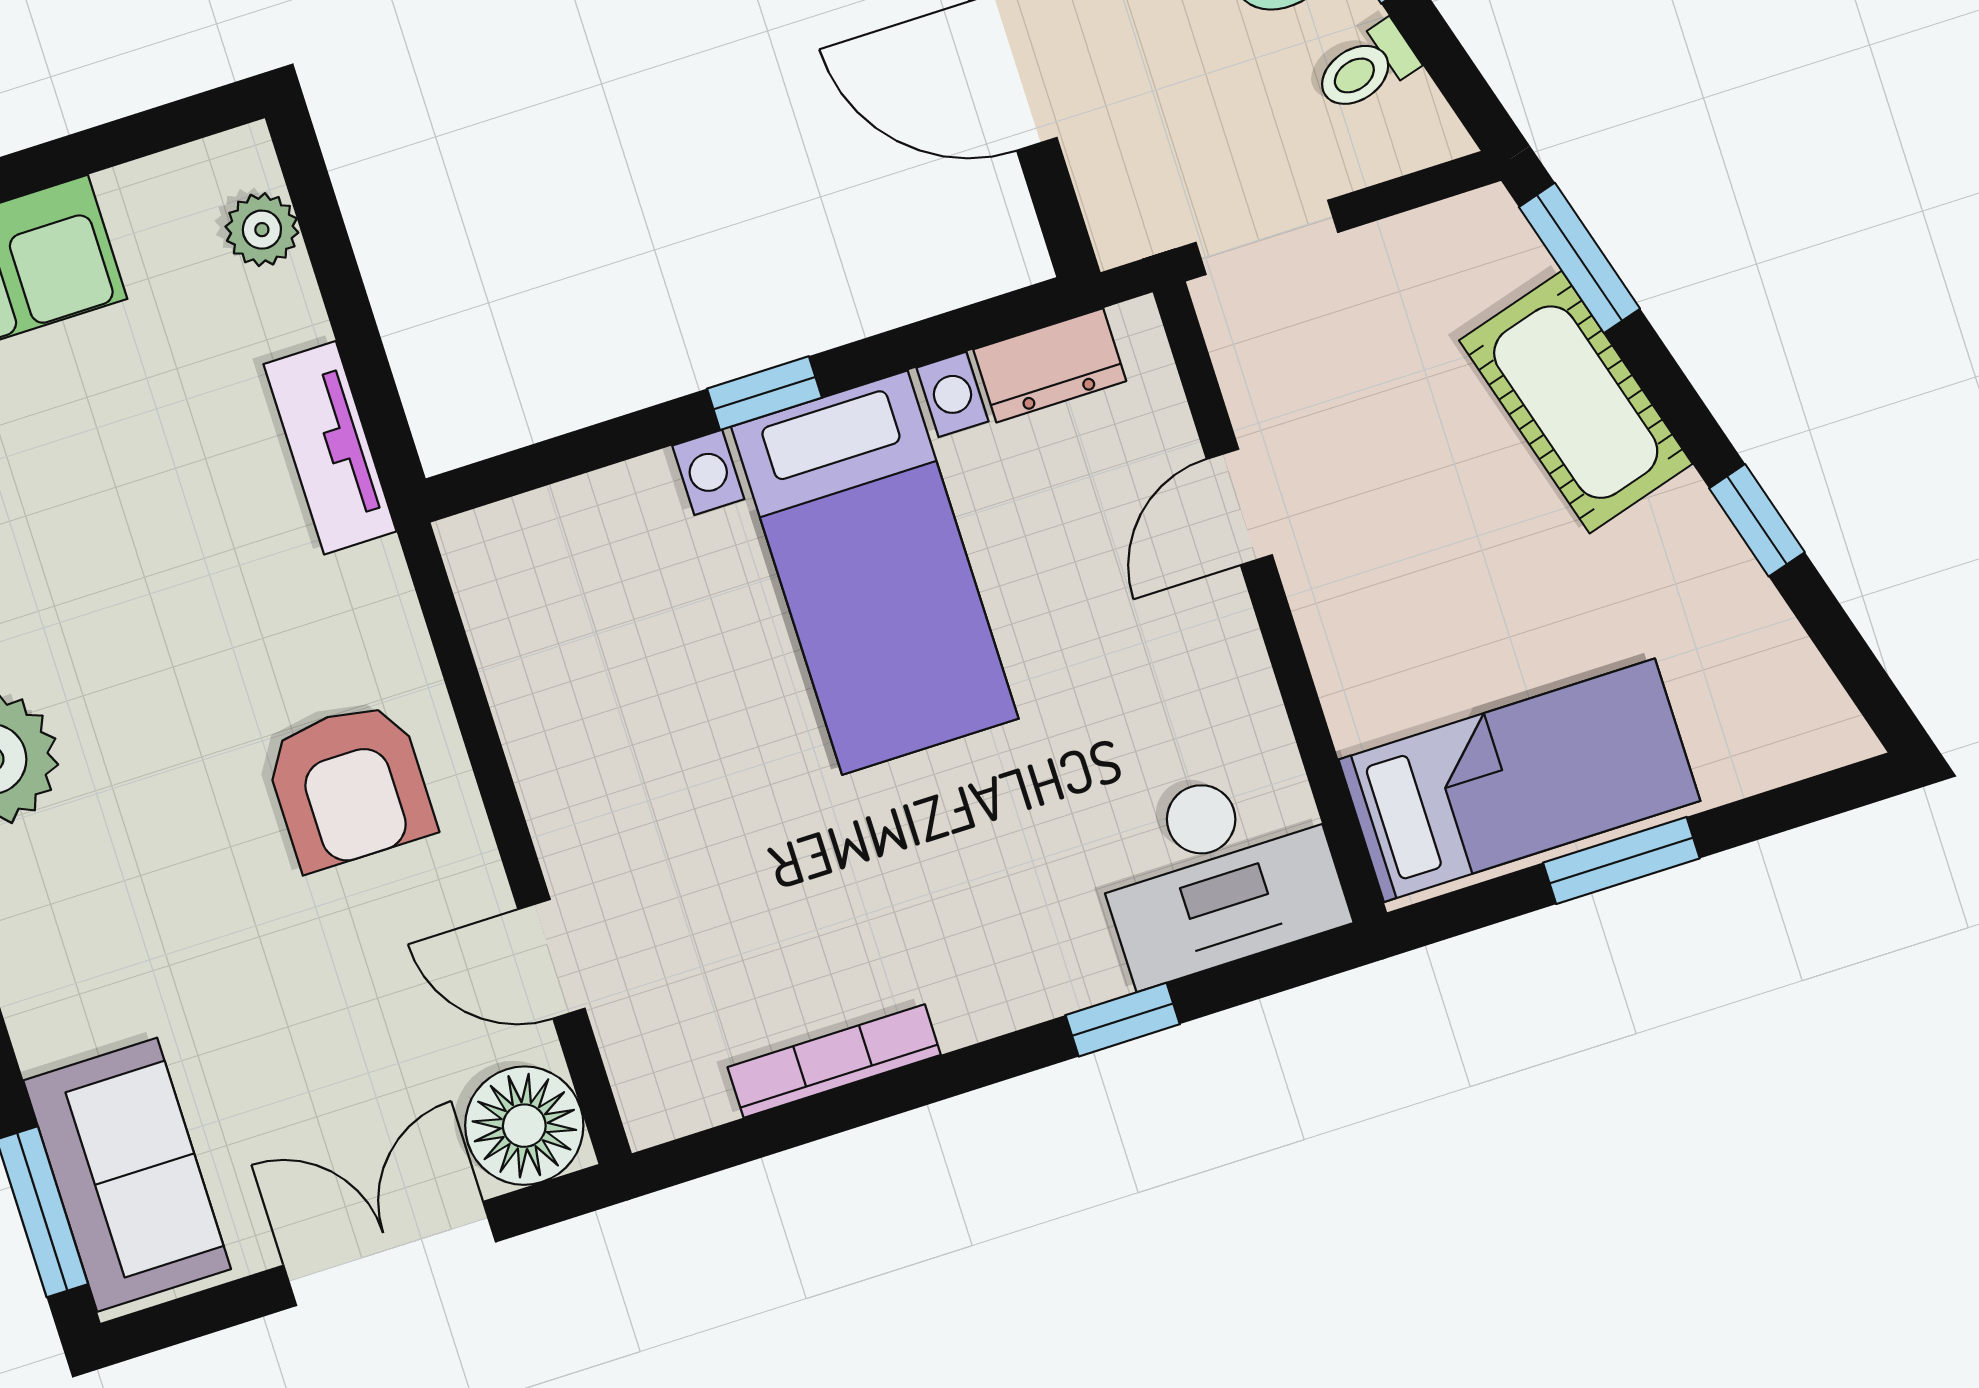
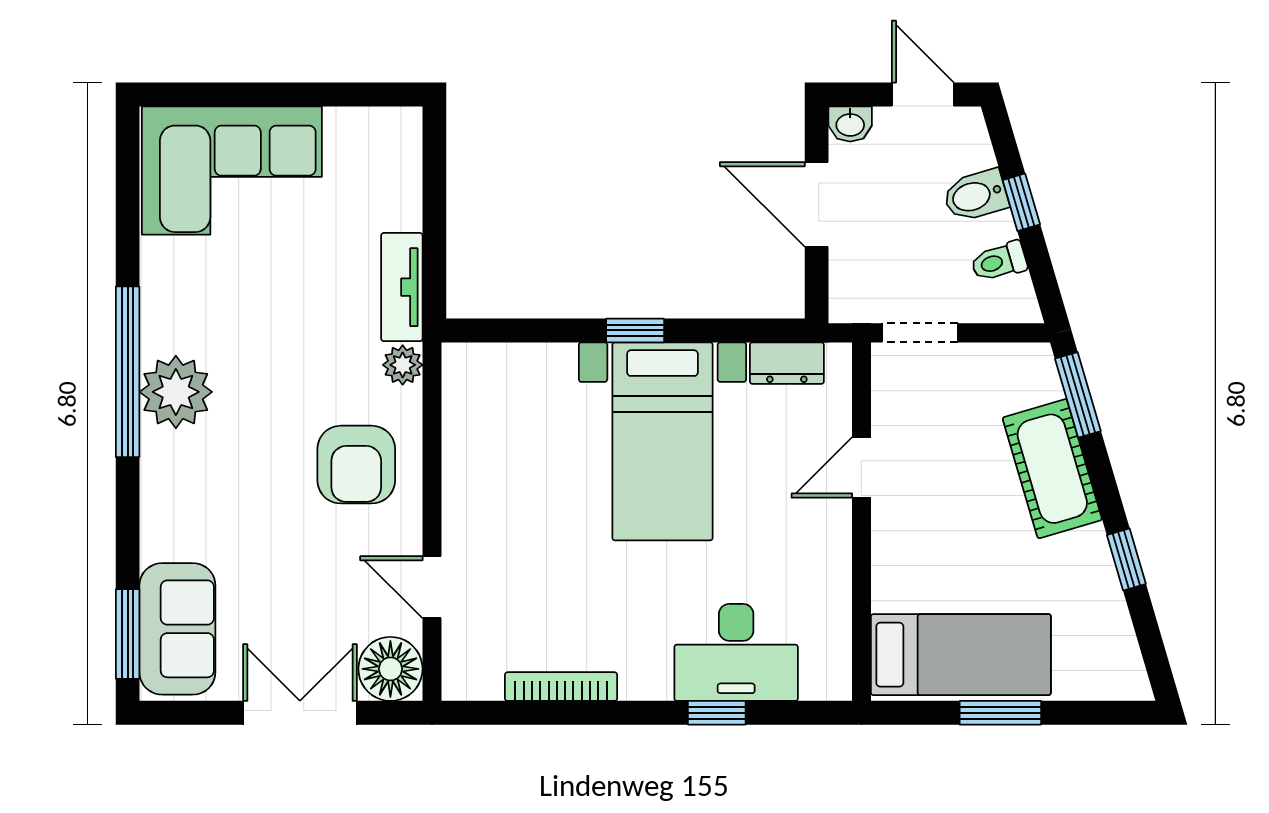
plant: (262, 230) -> (403, 365), moved
desk: (1218, 872) -> (736, 652), moved

